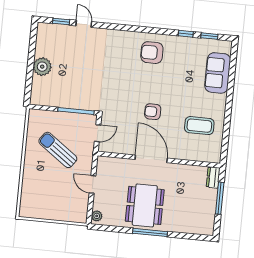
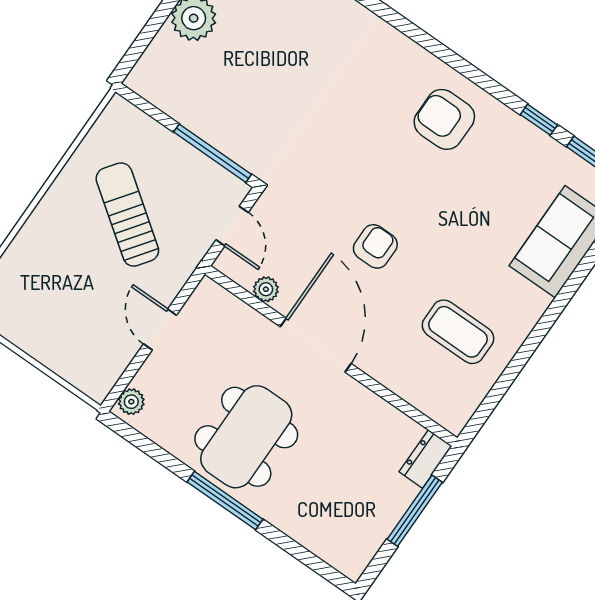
armchair: (153, 112) -> (375, 246), turned 90
door: (98, 133) -> (232, 226), hinge flipped
plant: (122, 149) -> (266, 289), added

